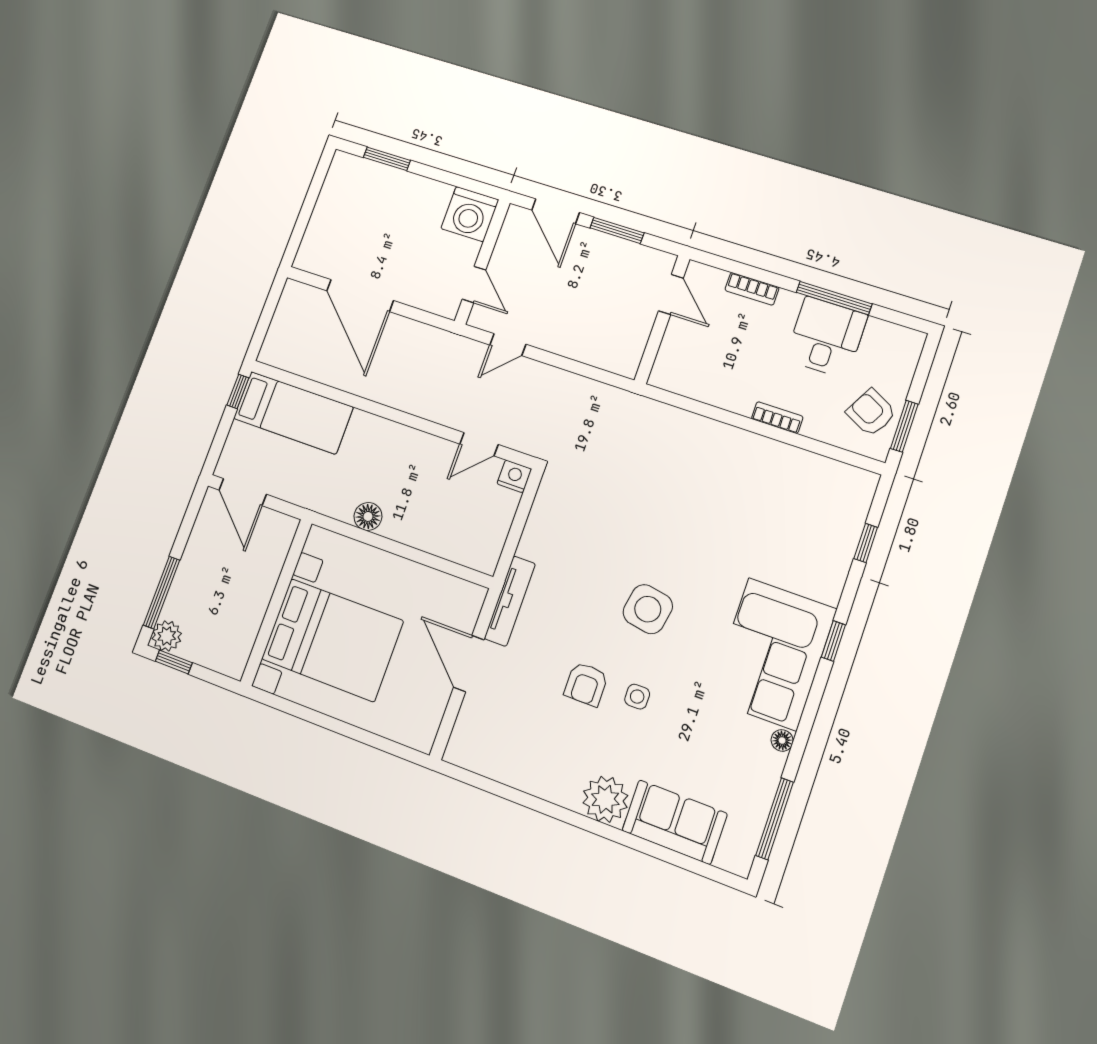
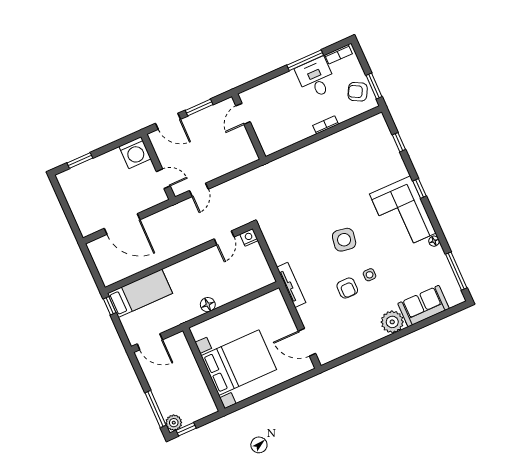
bookcase: (752, 289) -> (338, 54), moved
door: (671, 294) -> (243, 114), swing flipped
door: (469, 664) -> (307, 342), moved

